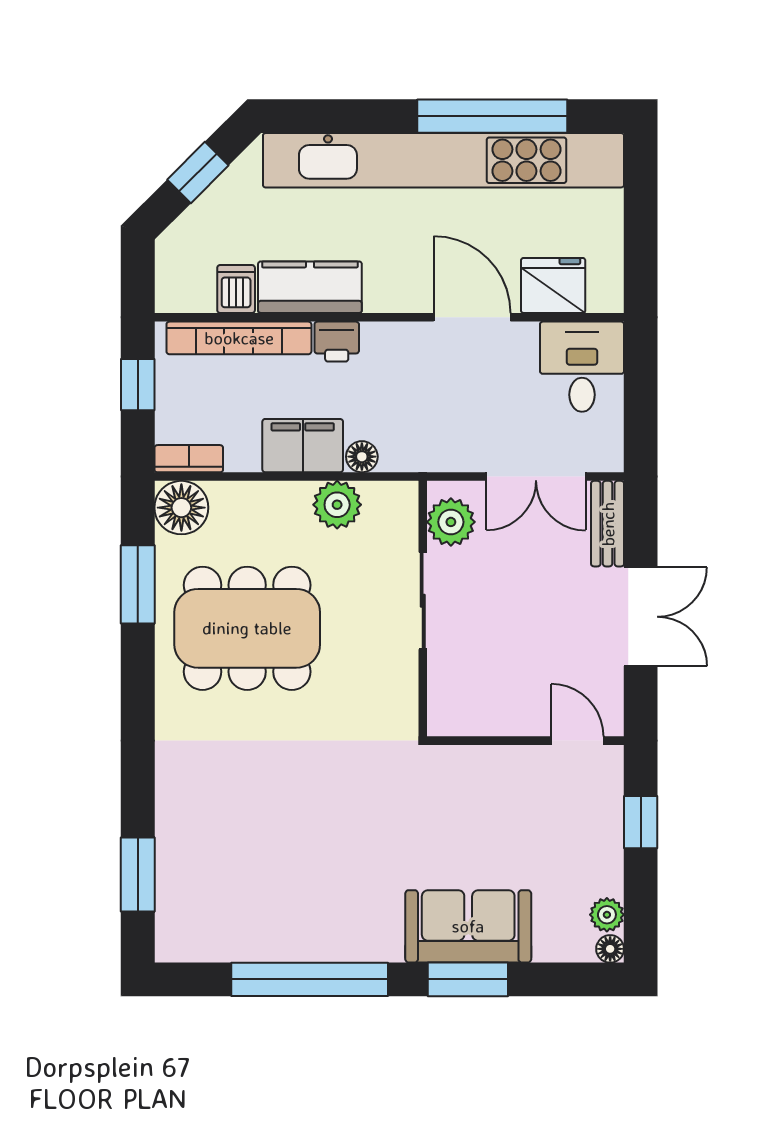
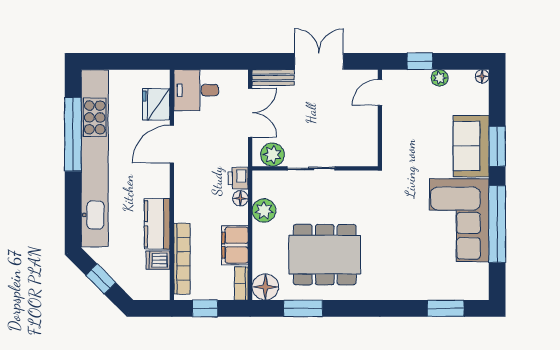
printer: (337, 342) -> (238, 178), moved, turned 180
filing cabinet: (303, 446) -> (235, 245), moved
dining table: (247, 628) -> (325, 255), turned 90
corner sofa: (317, 902) -> (459, 220), added
plant: (607, 915) -> (440, 78), moved

